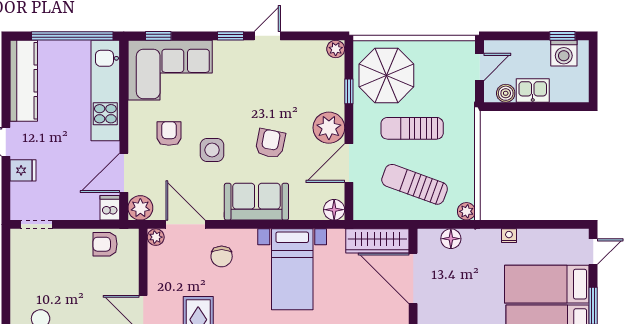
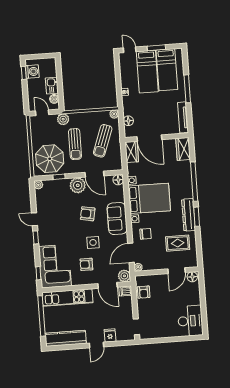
plant: (464, 108) -> (63, 119), added
wardrobe: (377, 241) -> (132, 152), width x0.67
bed with nightstands: (292, 269) -> (149, 198), width x1.36
door: (413, 278) -> (149, 138), hinge flipped

